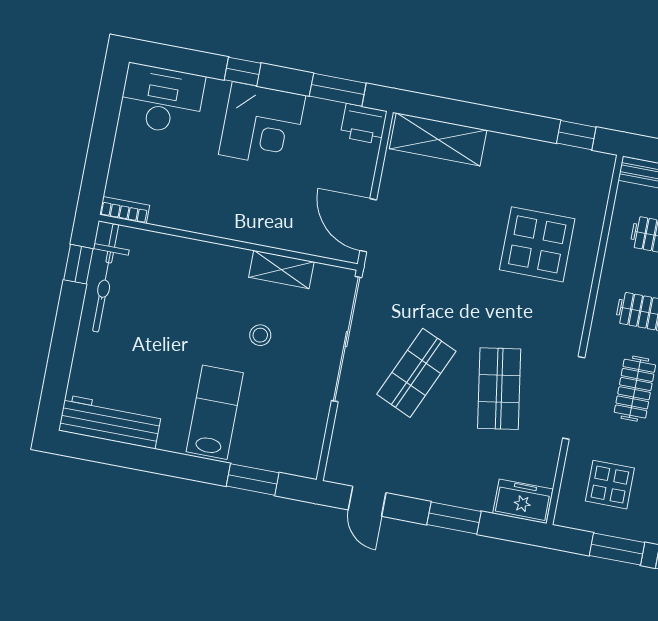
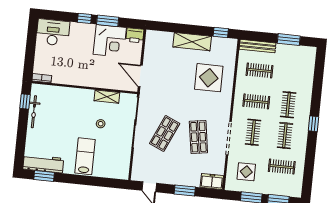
window: (338, 90) -> (108, 21), moved
corner desk: (262, 125) -> (110, 41), moved
shelving: (438, 139) -> (192, 42), moved
bicycle: (106, 278) -> (34, 112), width x0.73, depth x0.71
window: (253, 479) -> (44, 176), moved

